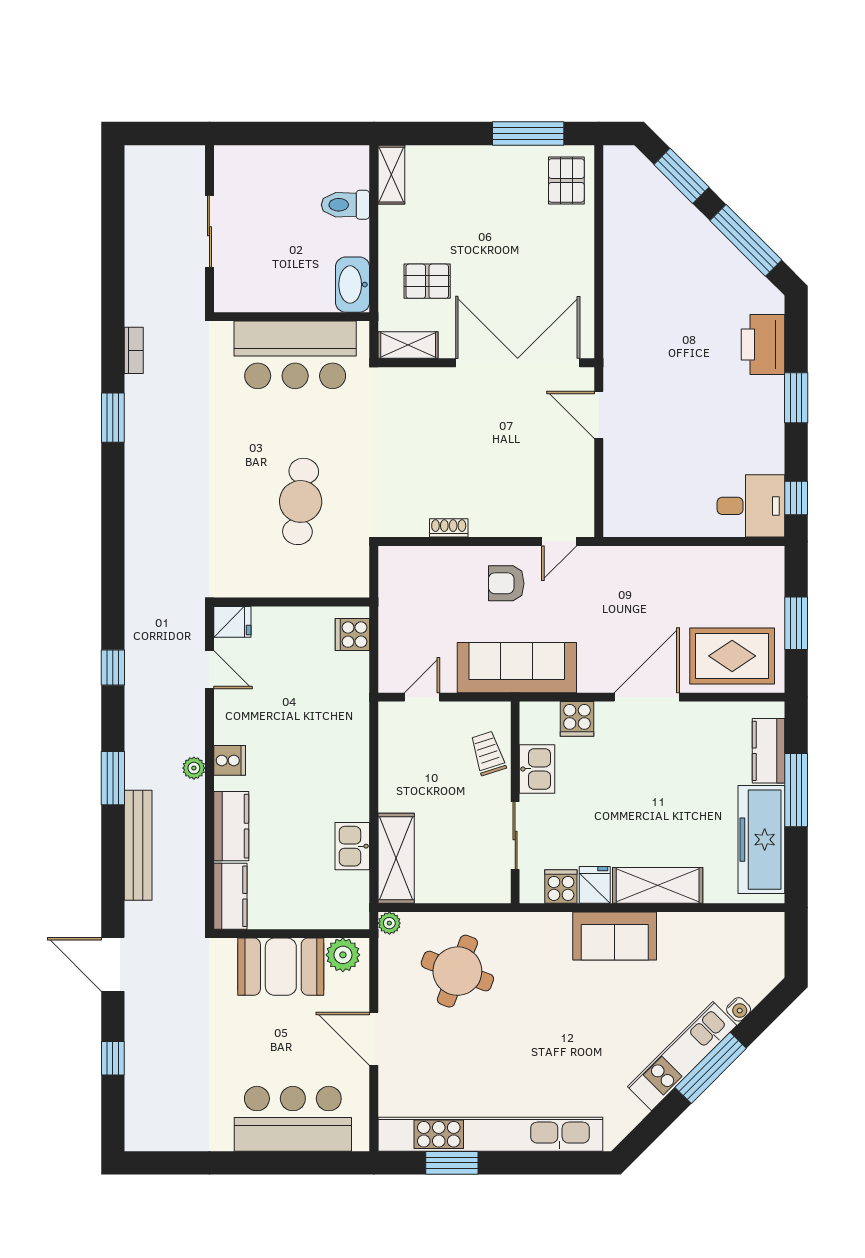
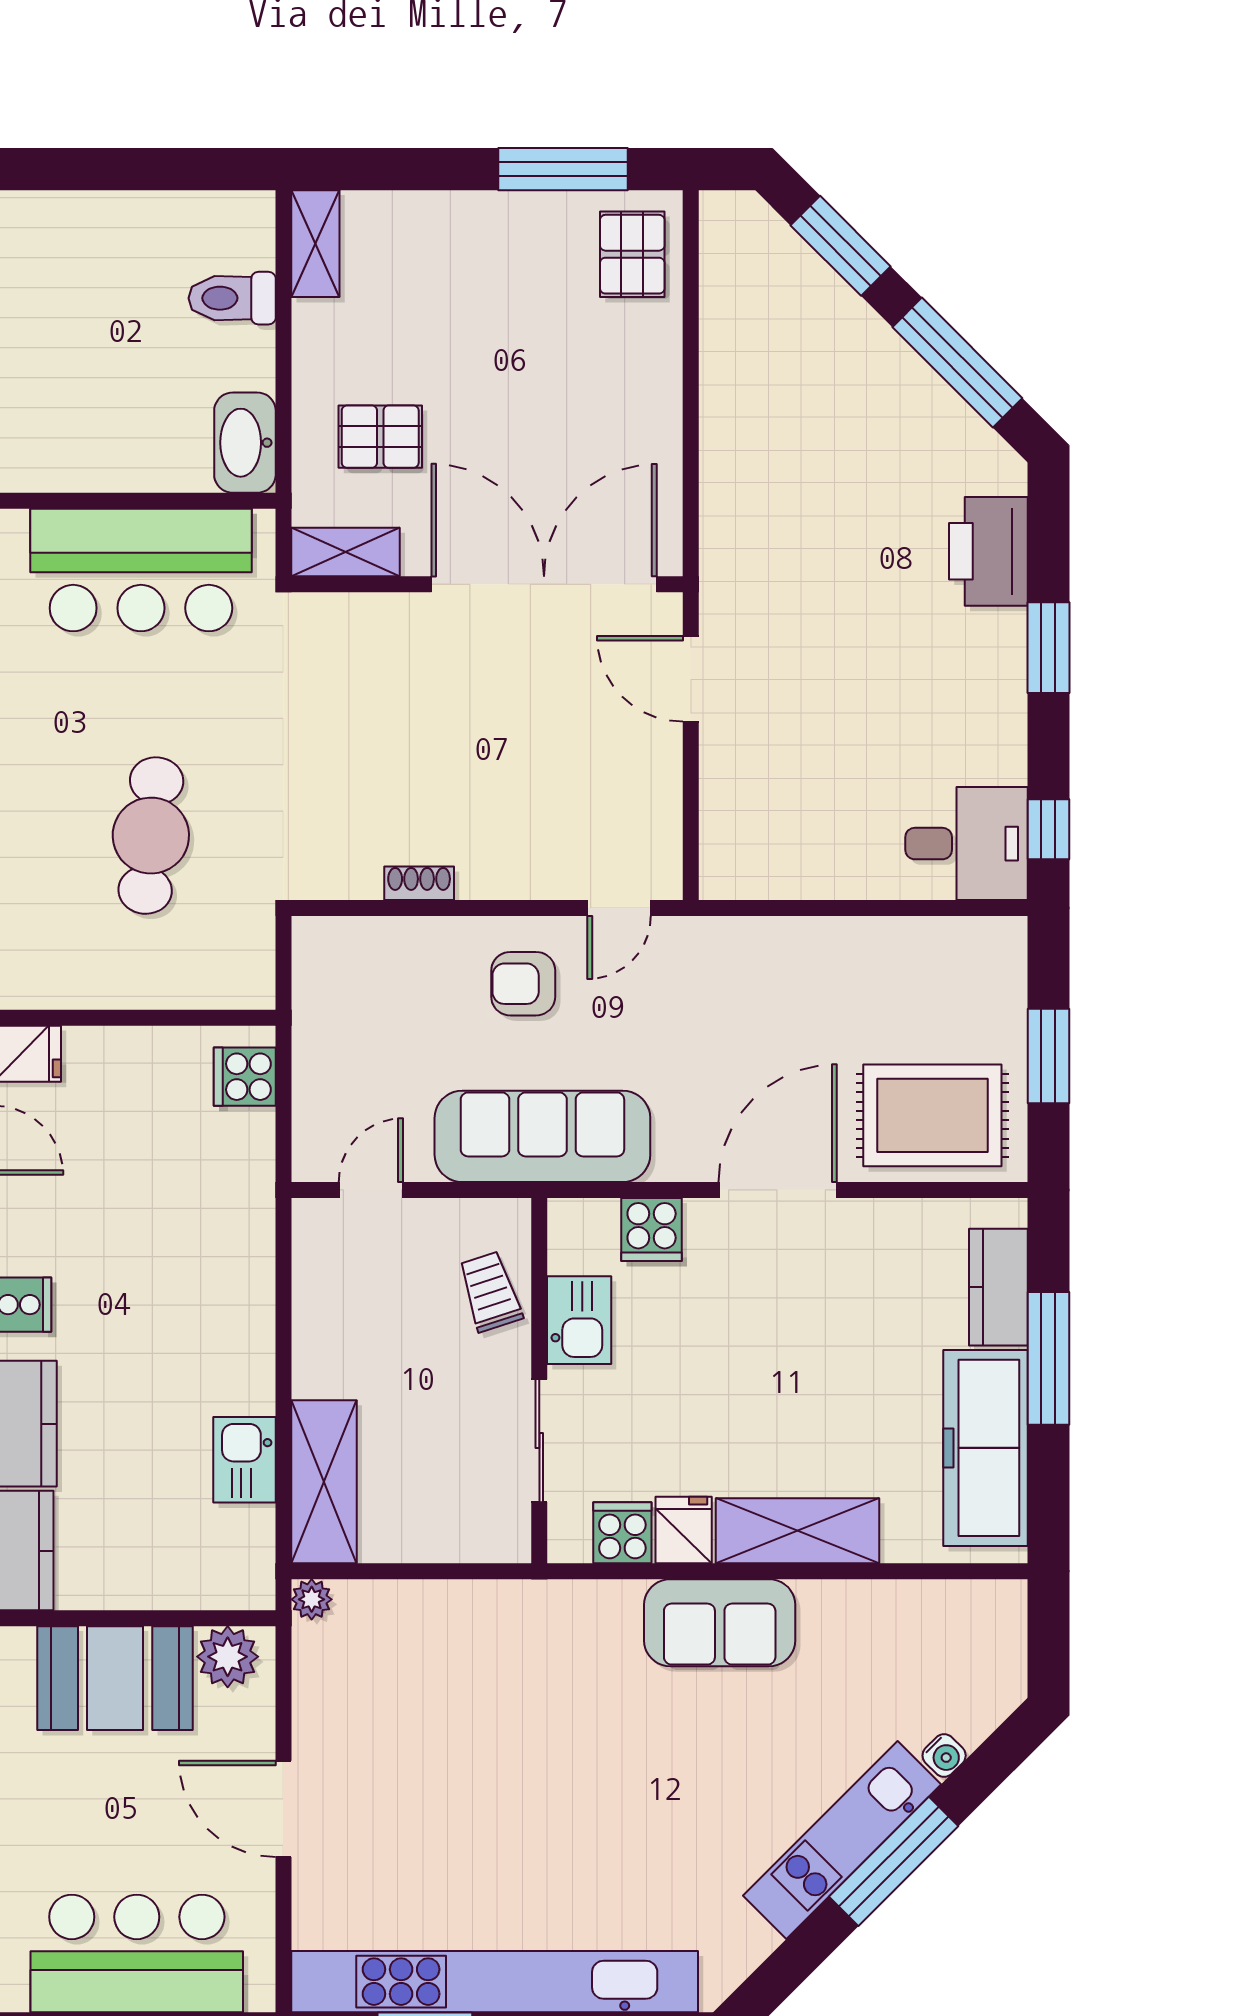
round table: (457, 971) -> (435, 1686), removed

